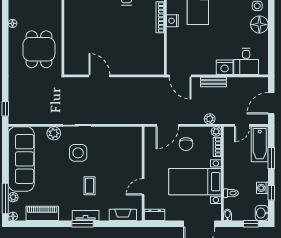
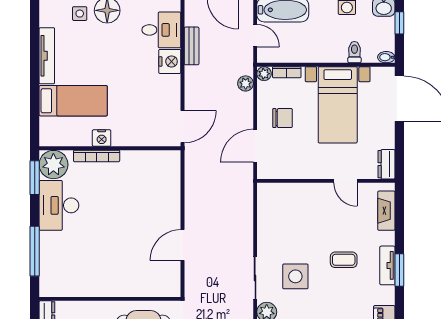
bench: (213, 82) -> (192, 46), moved
door: (167, 125) -> (255, 146), swing flipped

